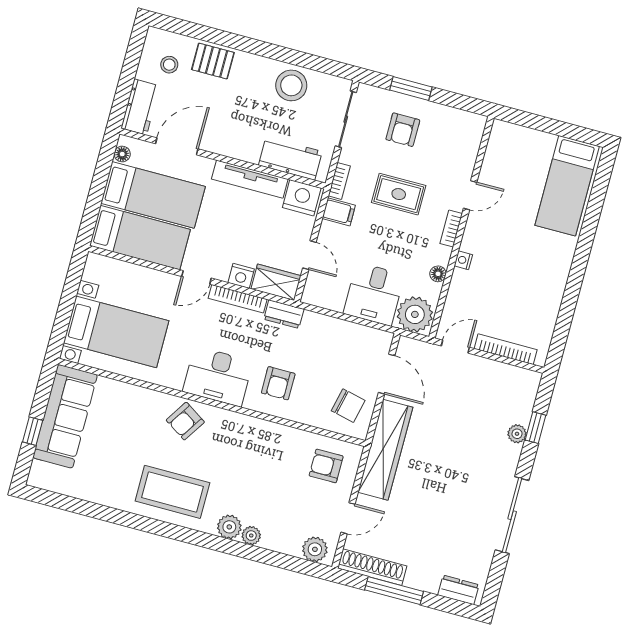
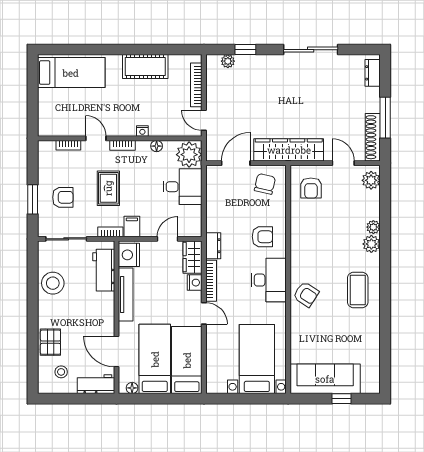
bookcase: (471, 156) -> (68, 145), added
cot: (549, 287) -> (145, 67), added
plant: (517, 434) -> (228, 61), moved
coffee table: (172, 492) -> (358, 290), width x0.73, depth x0.76

